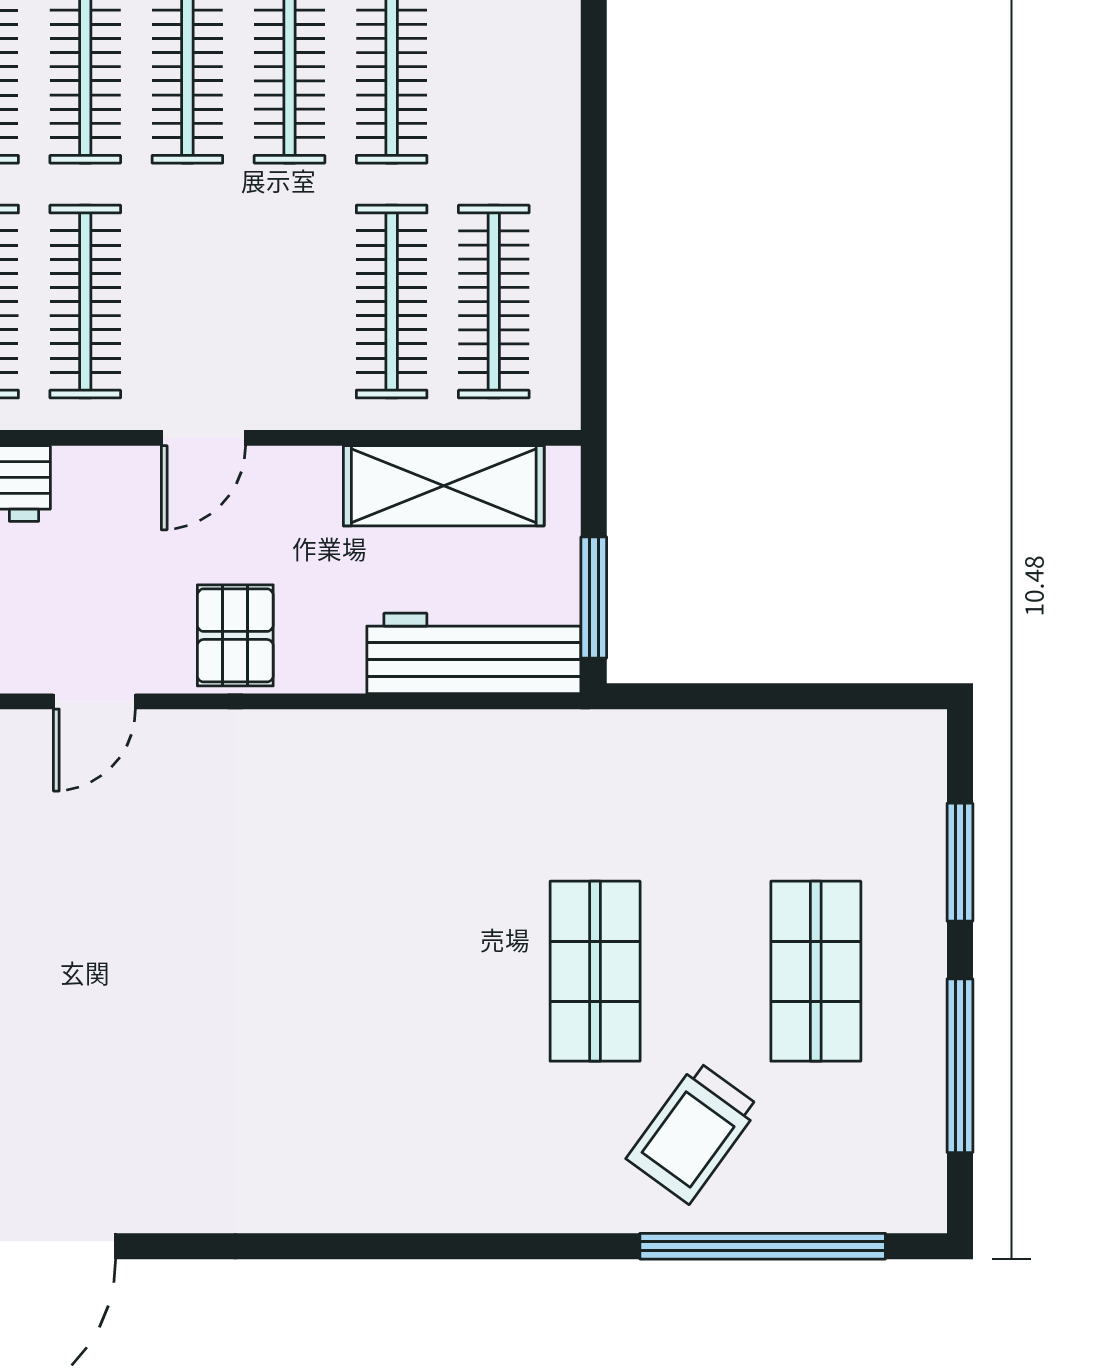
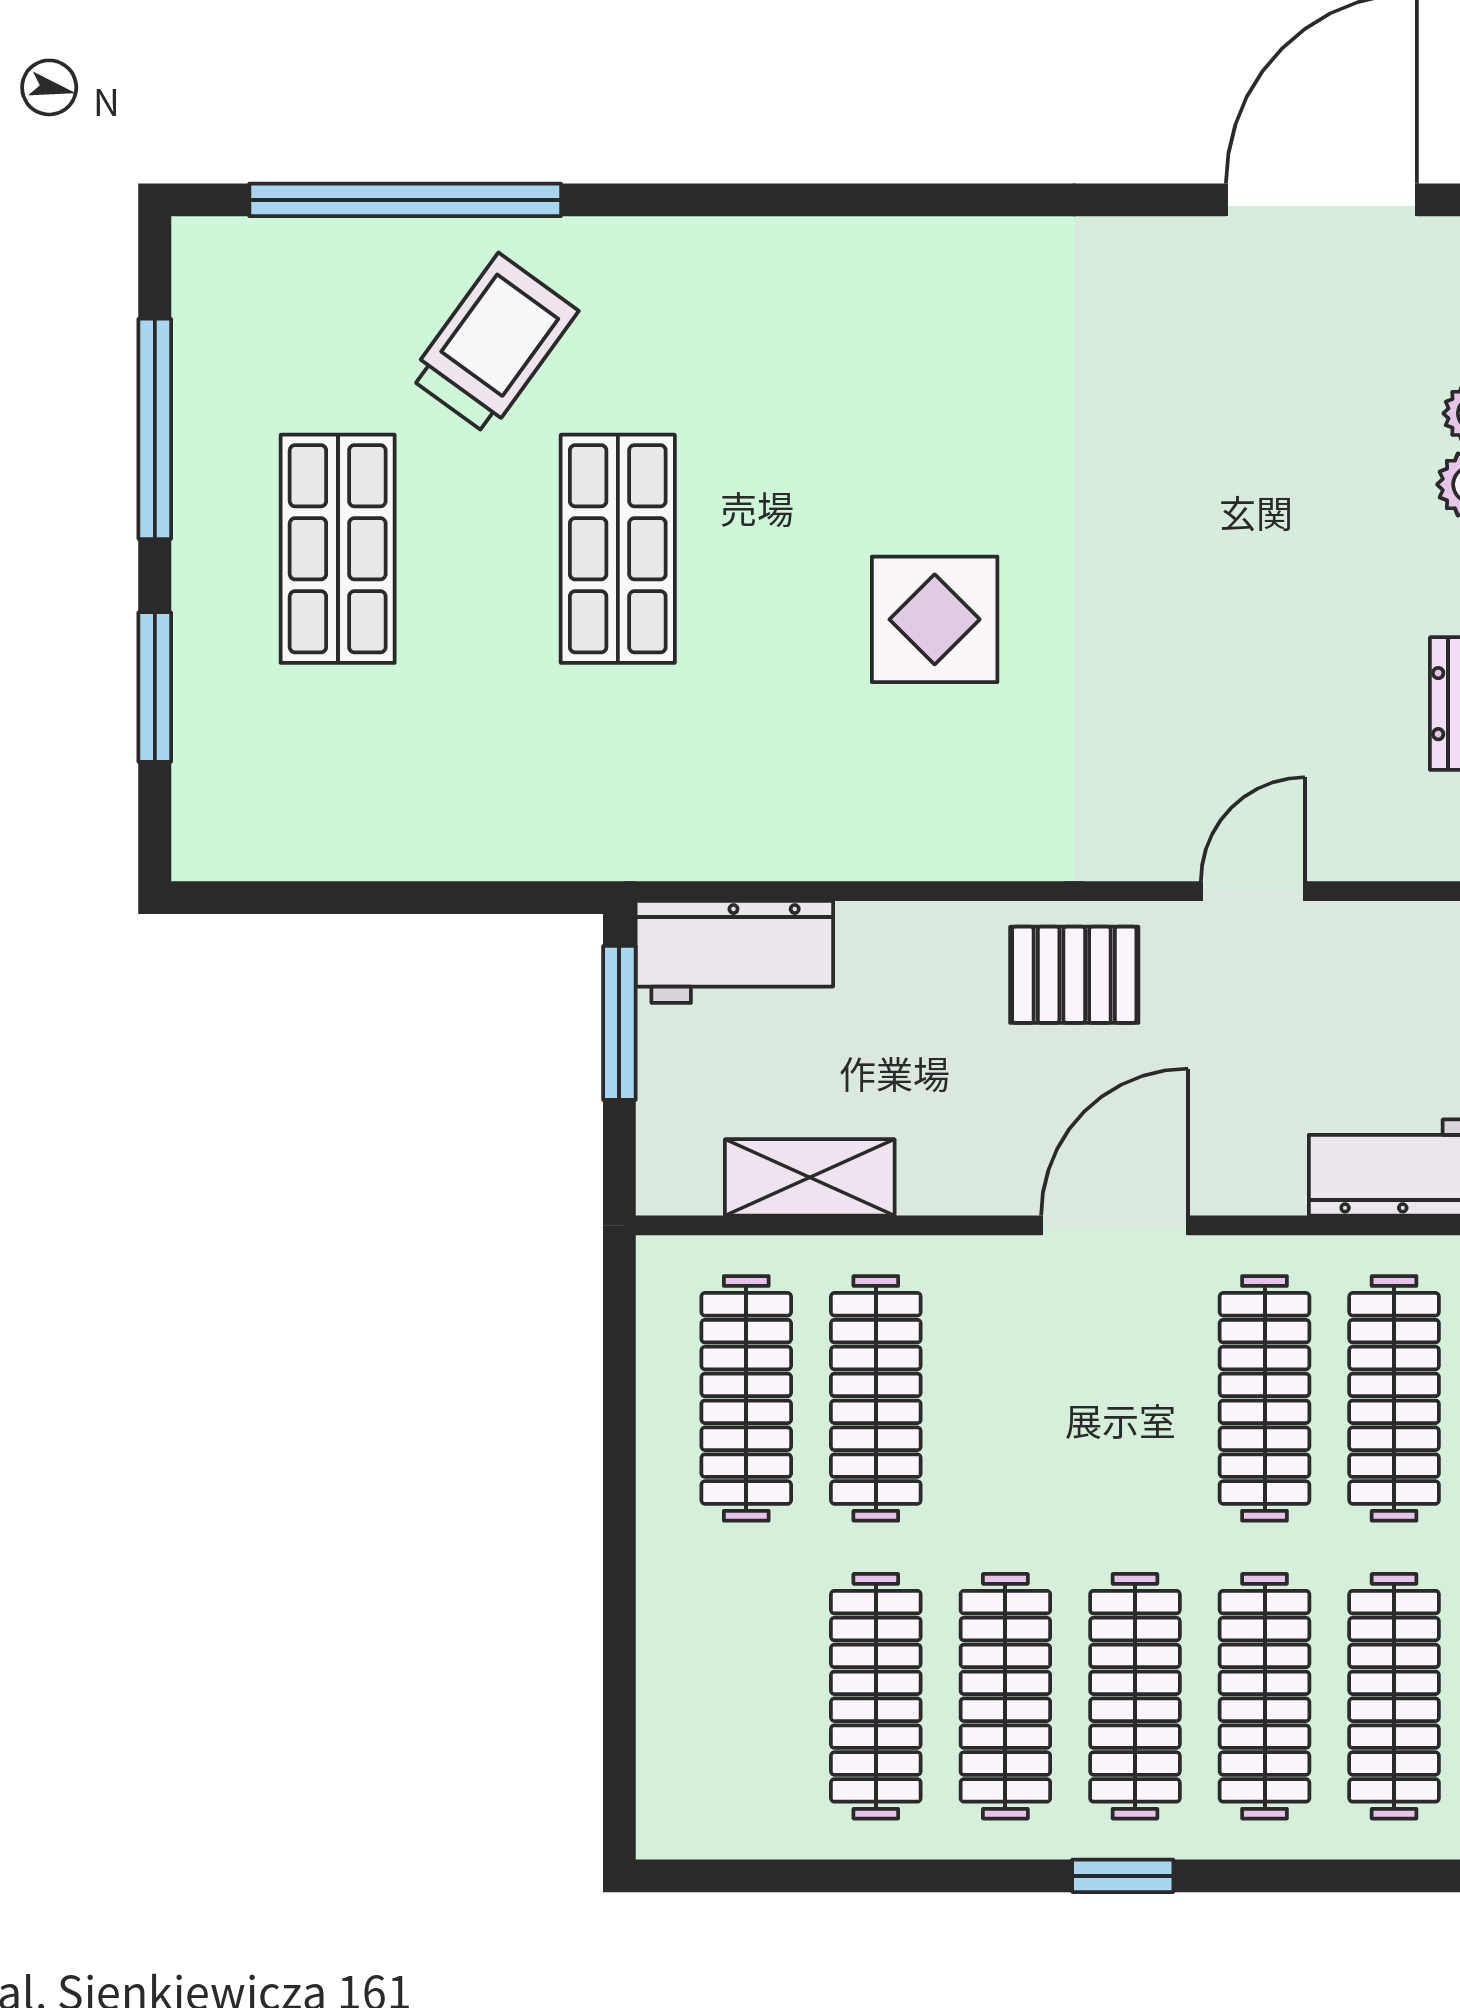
door: (203, 438) -> (1115, 1225), width x1.38
shelving: (444, 486) -> (810, 1177), width x0.67, depth x0.75
pallet: (235, 635) -> (1074, 975), turned 90
workbench: (474, 653) -> (734, 952), width x0.73
display table: (345, 916) -> (935, 619), added

